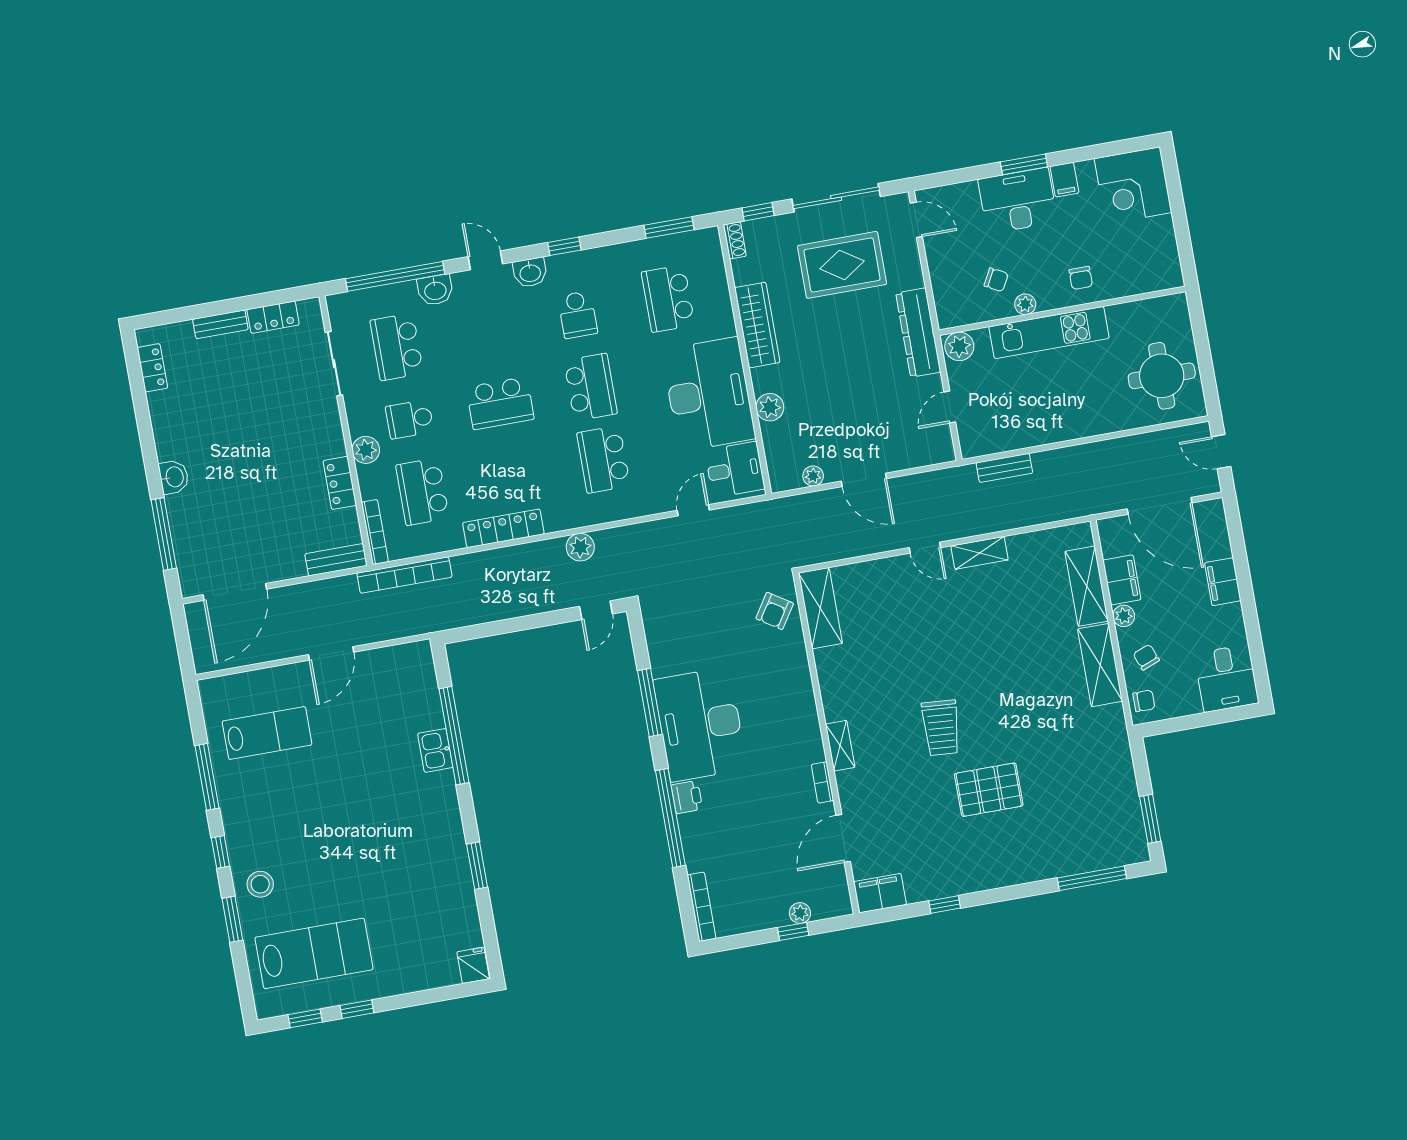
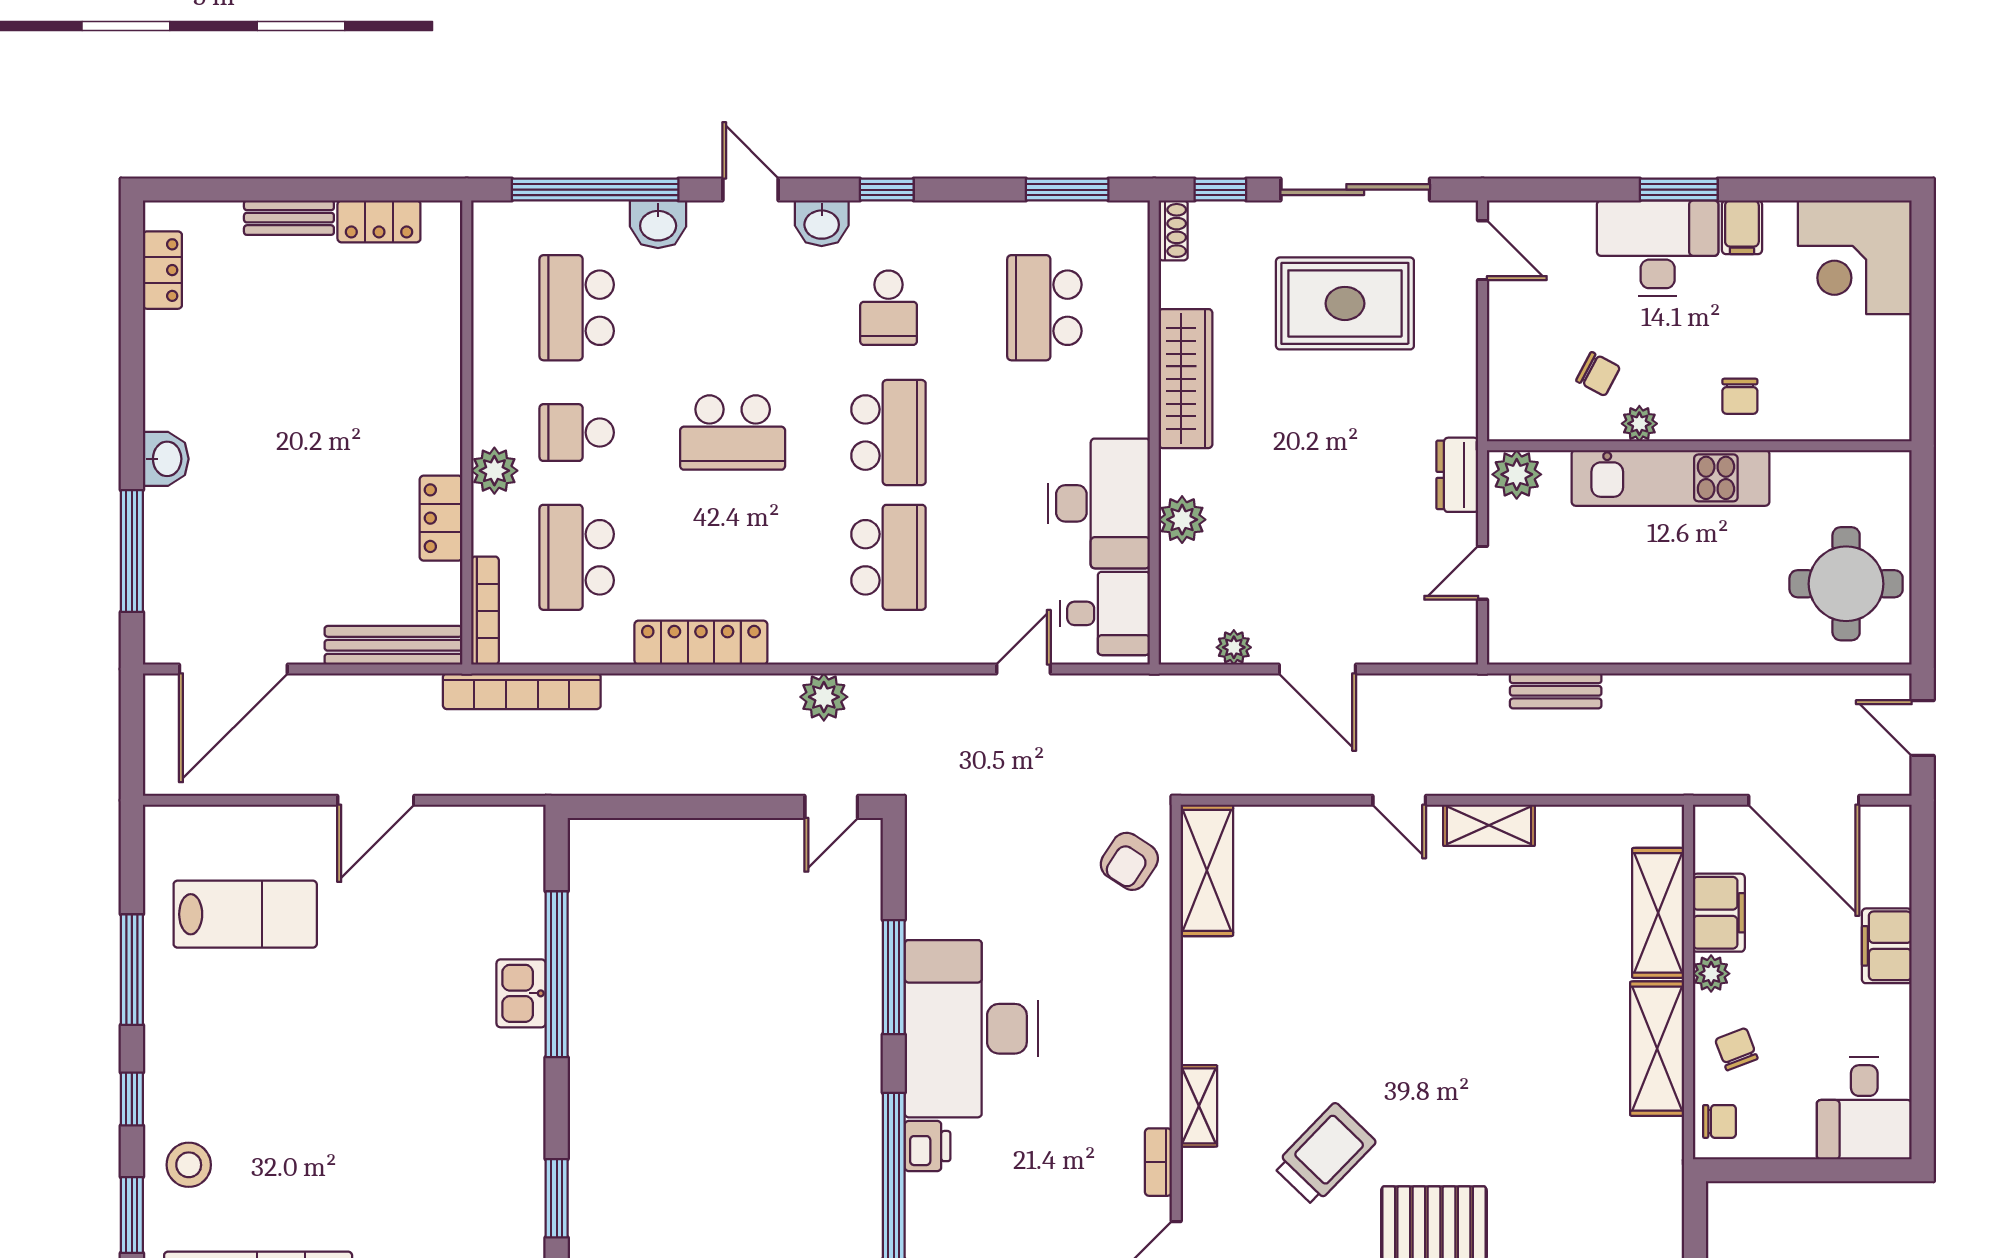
dresser: (918, 333) -> (1457, 475), width x0.51, depth x0.80
sliding door: (334, 364) -> (467, 317), removed
desk: (709, 394) -> (1099, 503), width x0.73, depth x0.77
school desk: (603, 459) -> (889, 557), turned 180
bench: (336, 560) -> (394, 645), width x1.36
trolley: (941, 728) -> (1325, 1154), moved, turned -140

